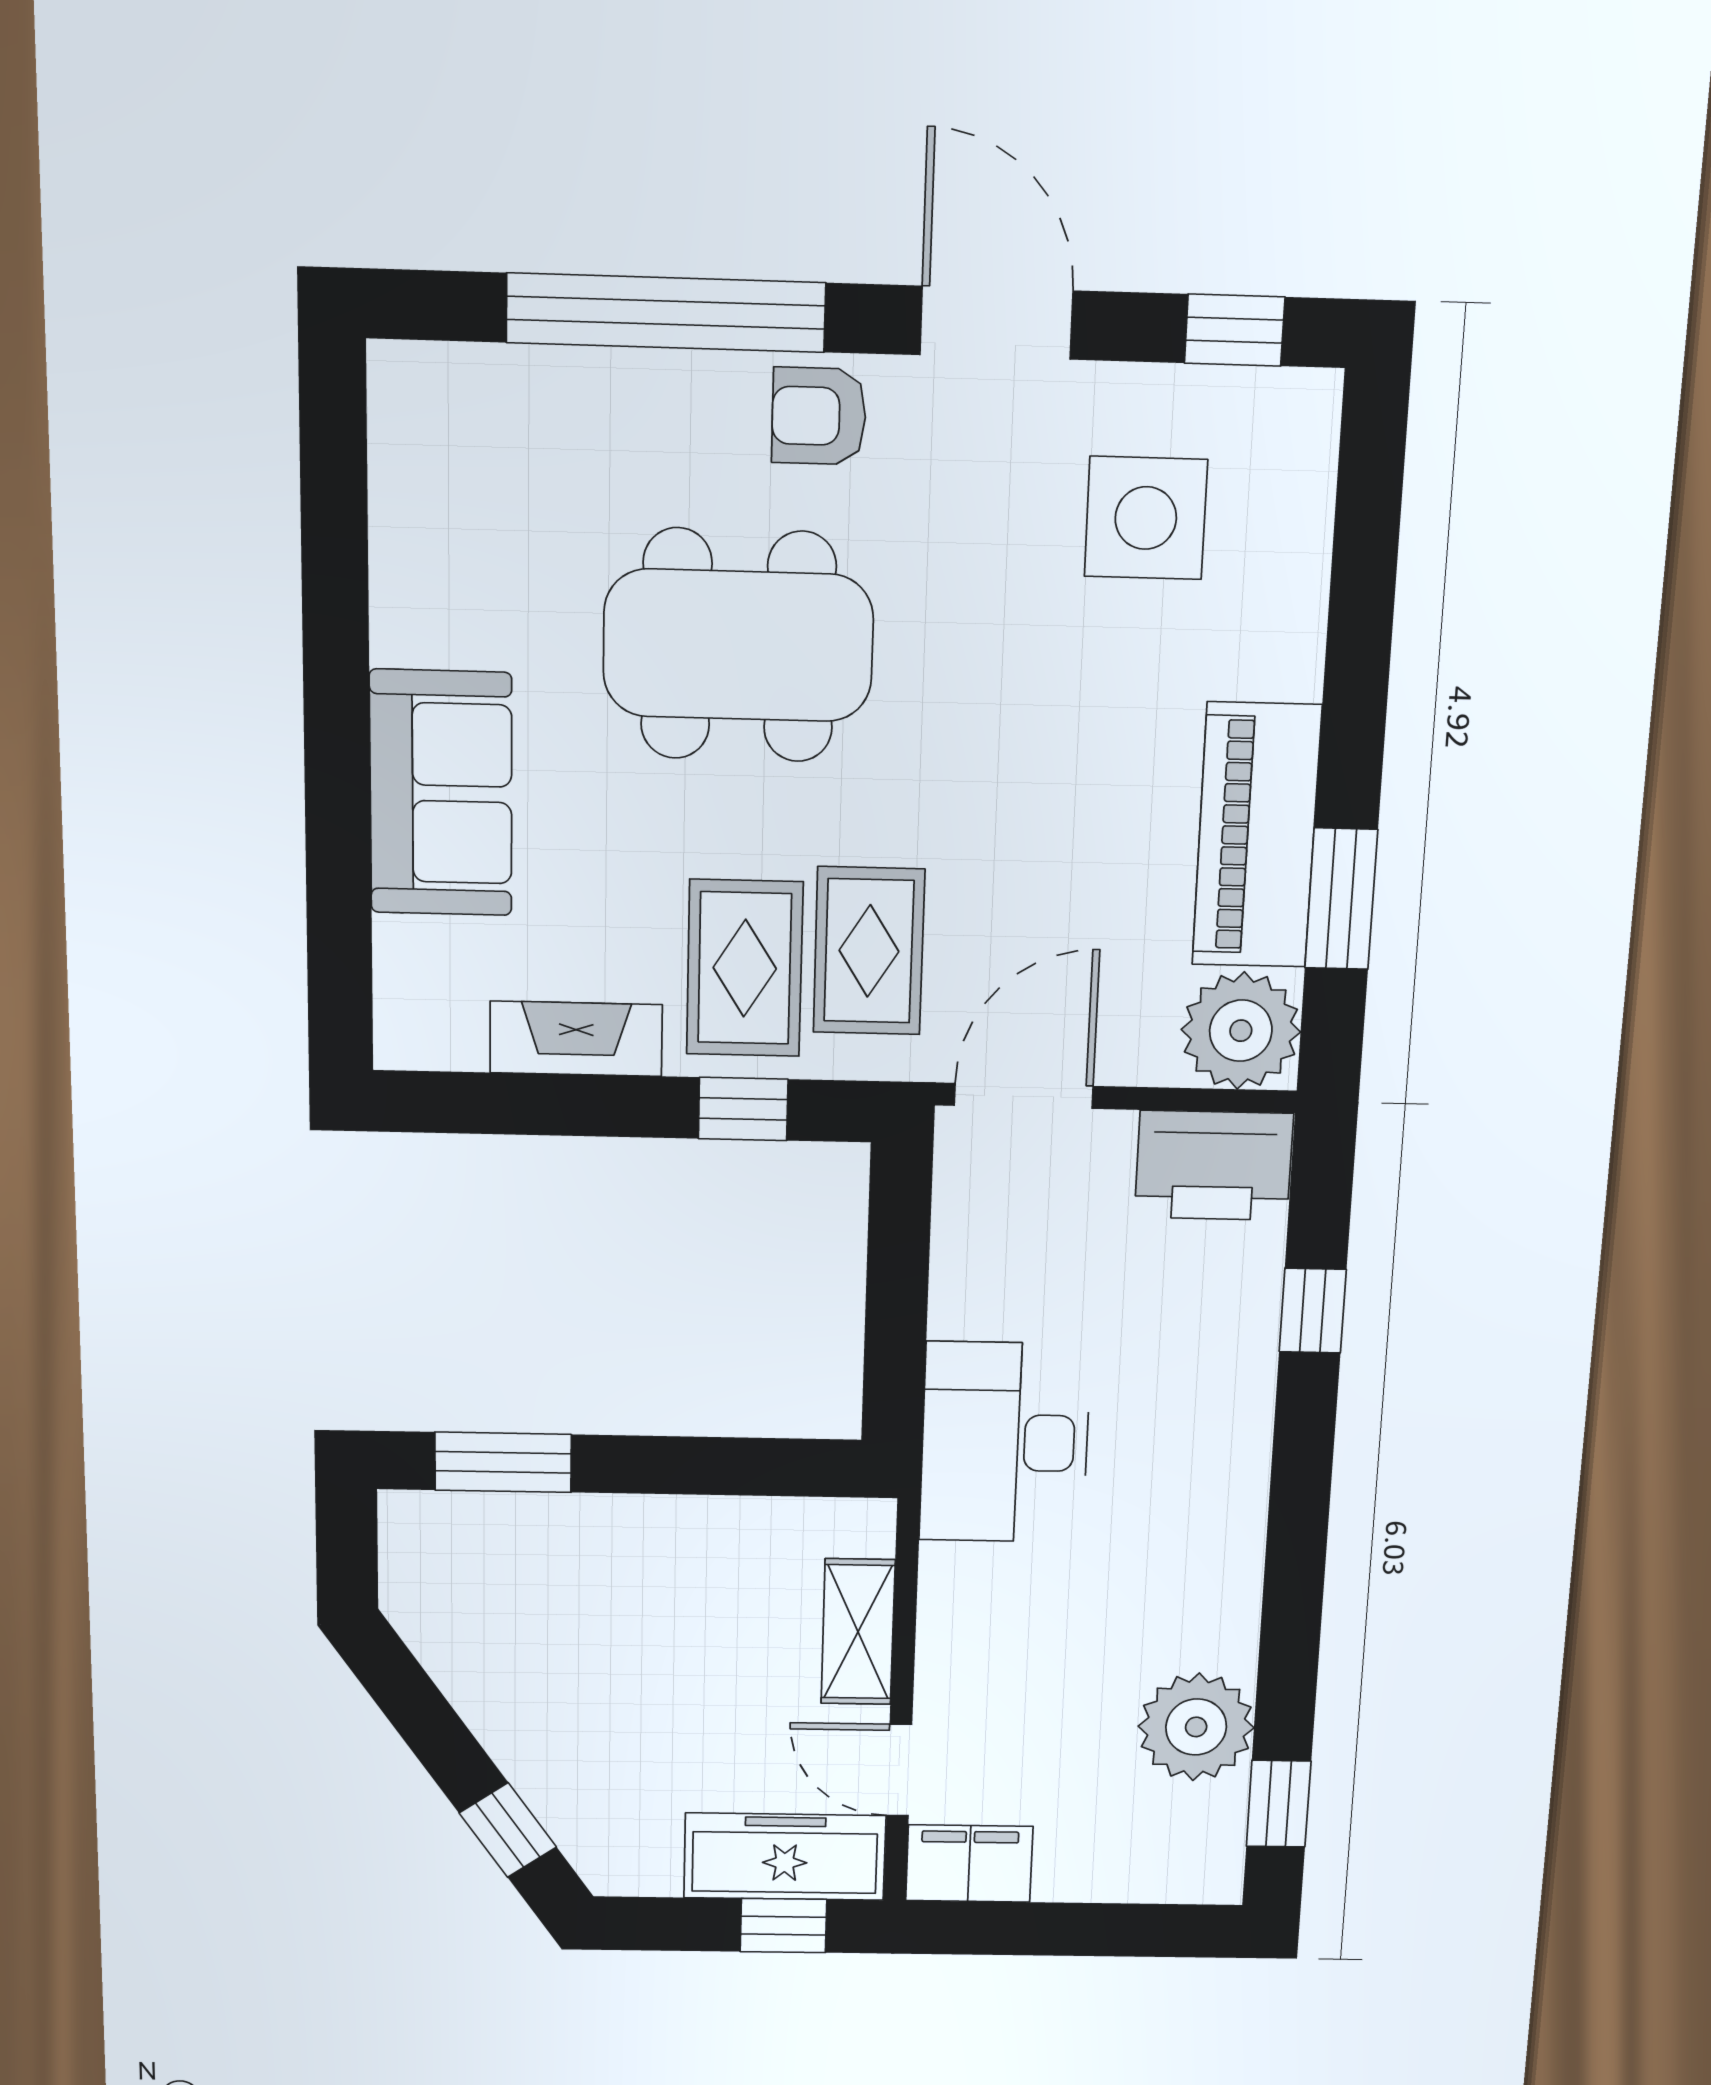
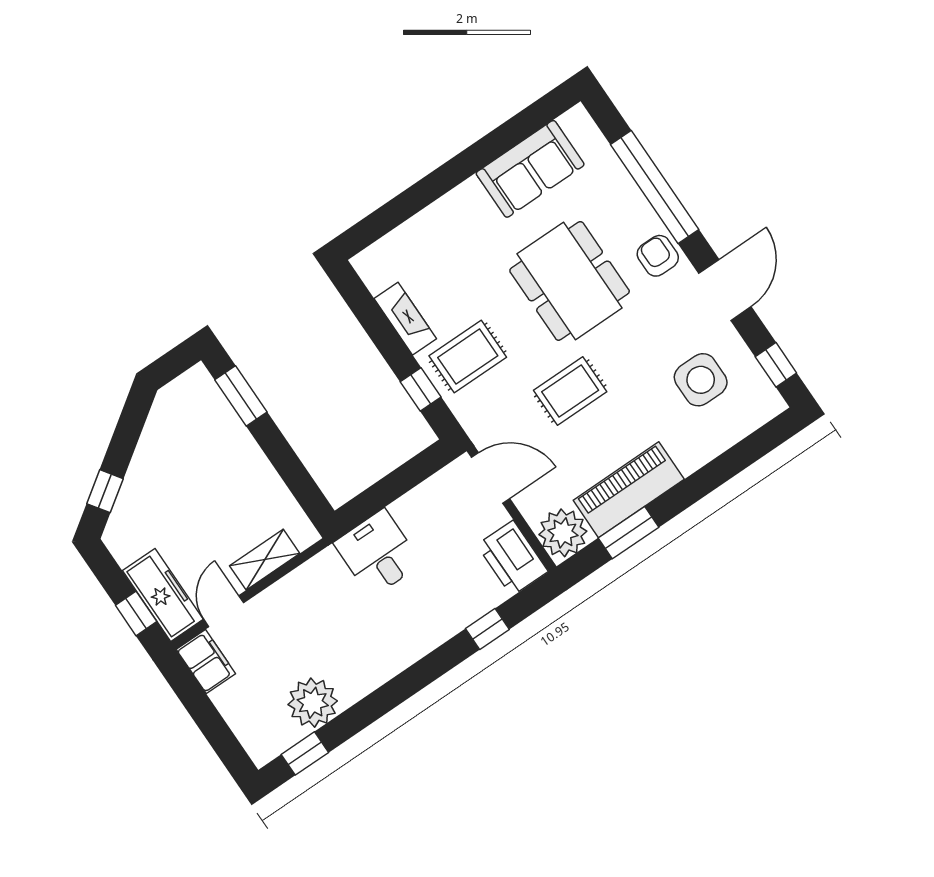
sofa: (441, 793) -> (530, 169), moved
rug: (869, 951) -> (570, 391), moved
desk: (1005, 1442) -> (378, 553), width x0.73

